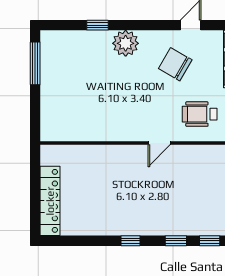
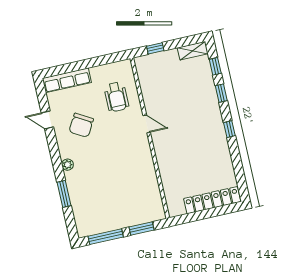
window: (98, 25) -> (64, 194), width x1.50
plant: (126, 43) -> (68, 165), width x0.53, depth x0.53
window: (35, 109) -> (141, 229), added

